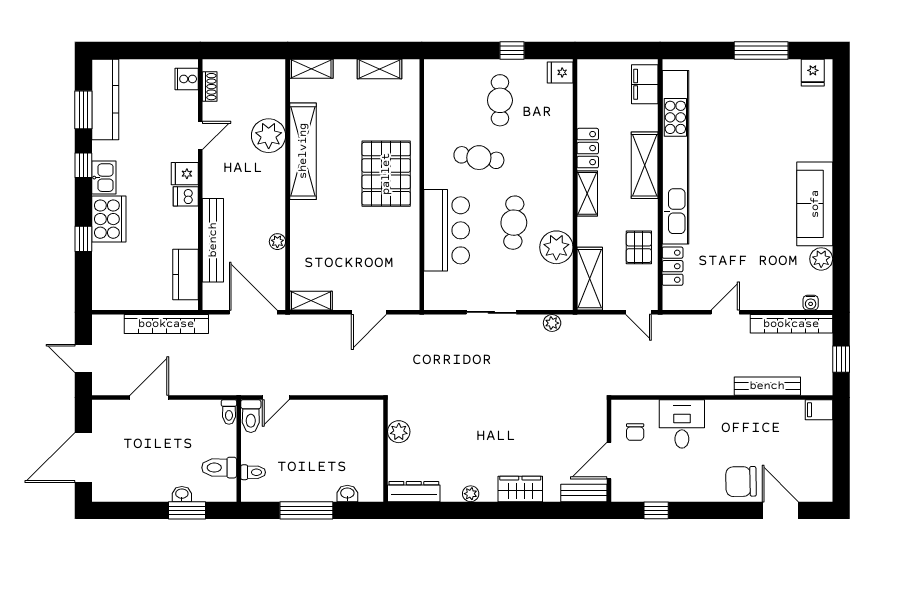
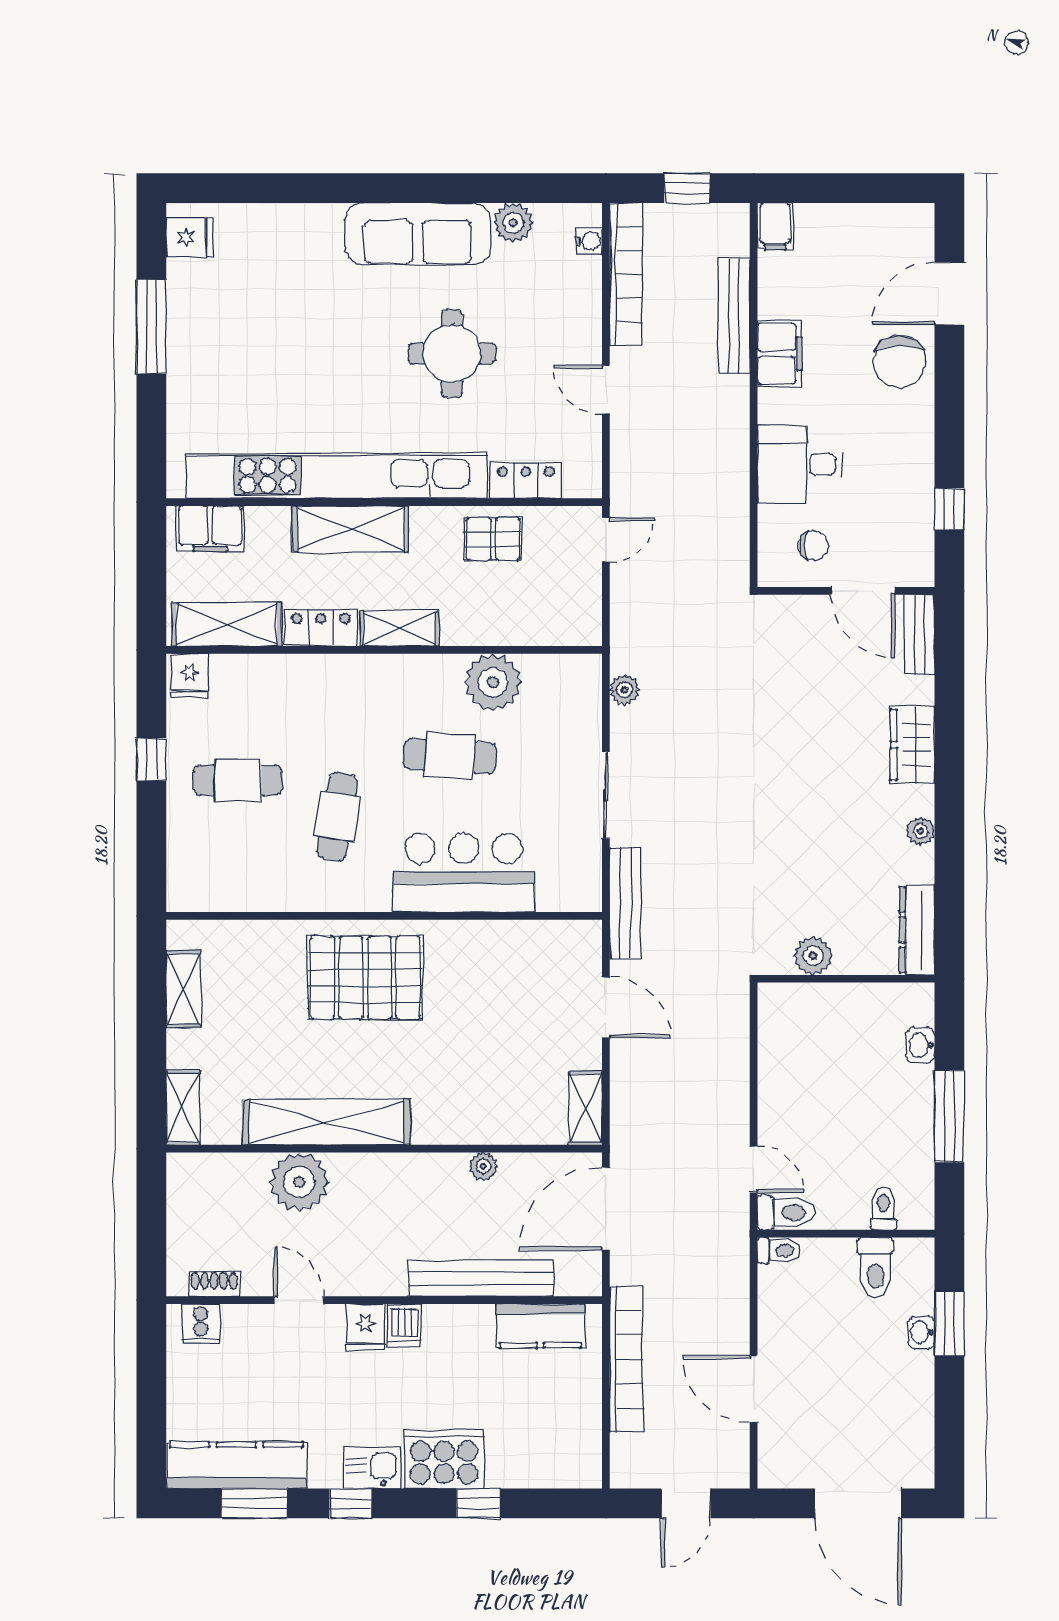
round table: (746, 224) -> (452, 353), added
shelving: (590, 279) -> (227, 624), moved
bench: (429, 323) -> (625, 903), added
filing cabinet: (746, 412) -> (780, 354), added

